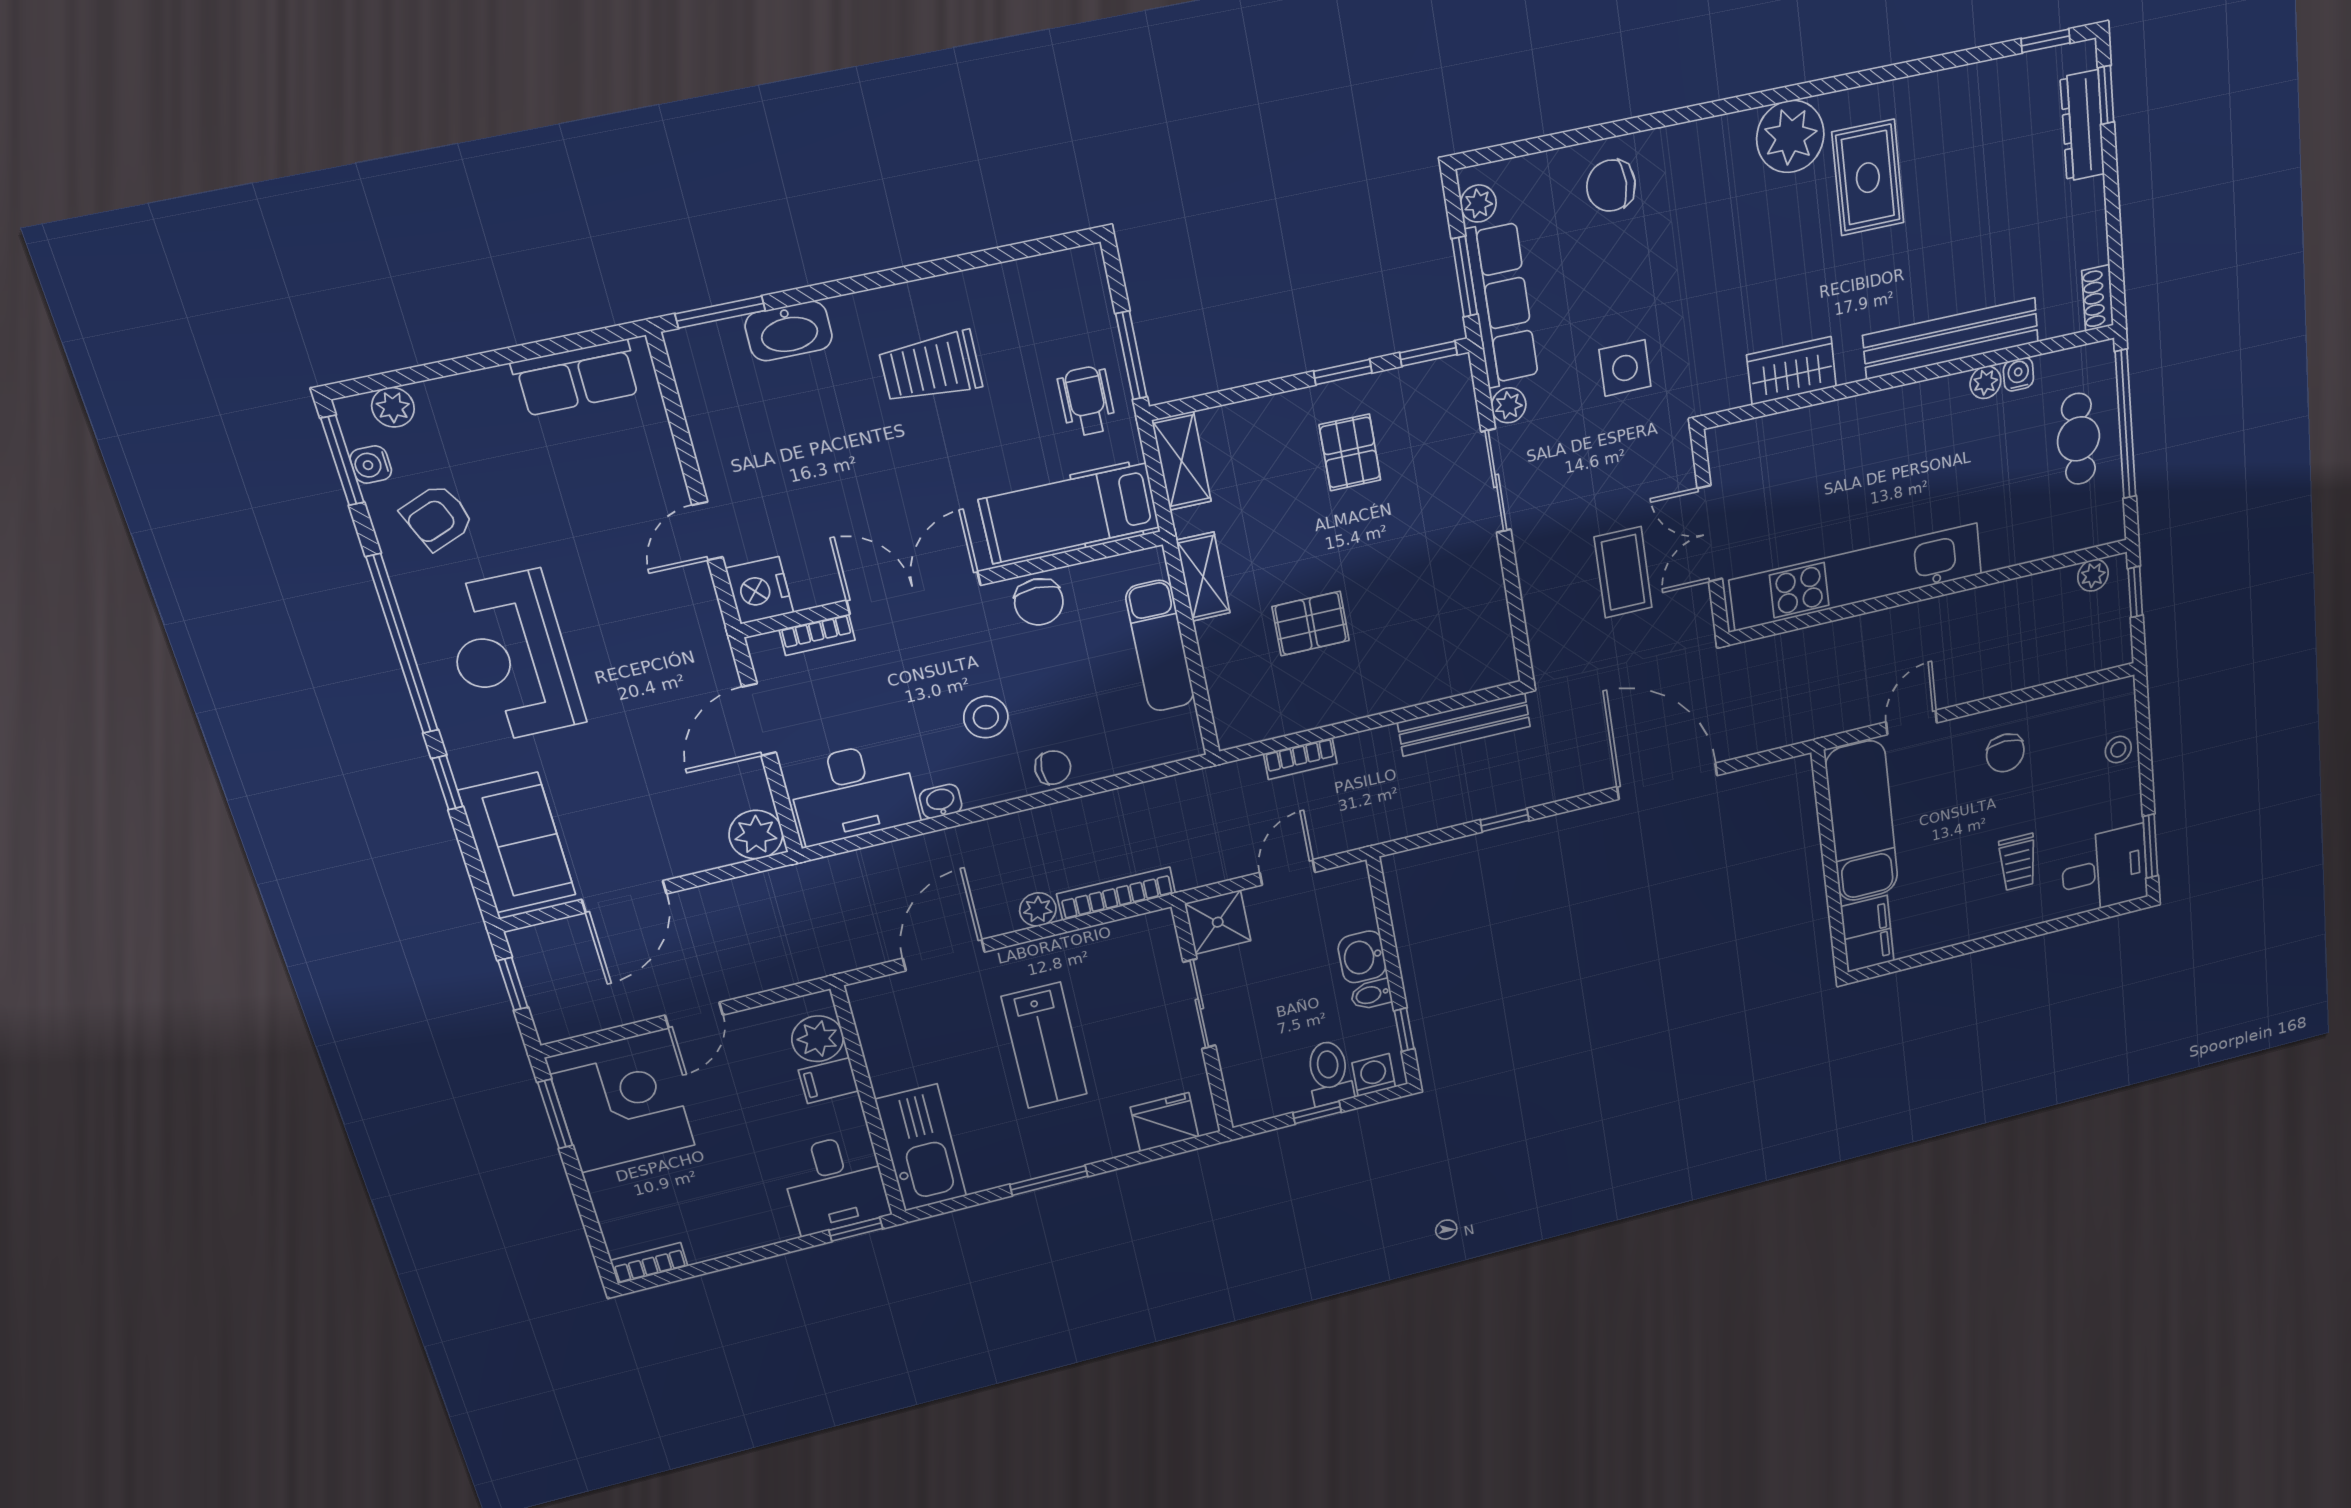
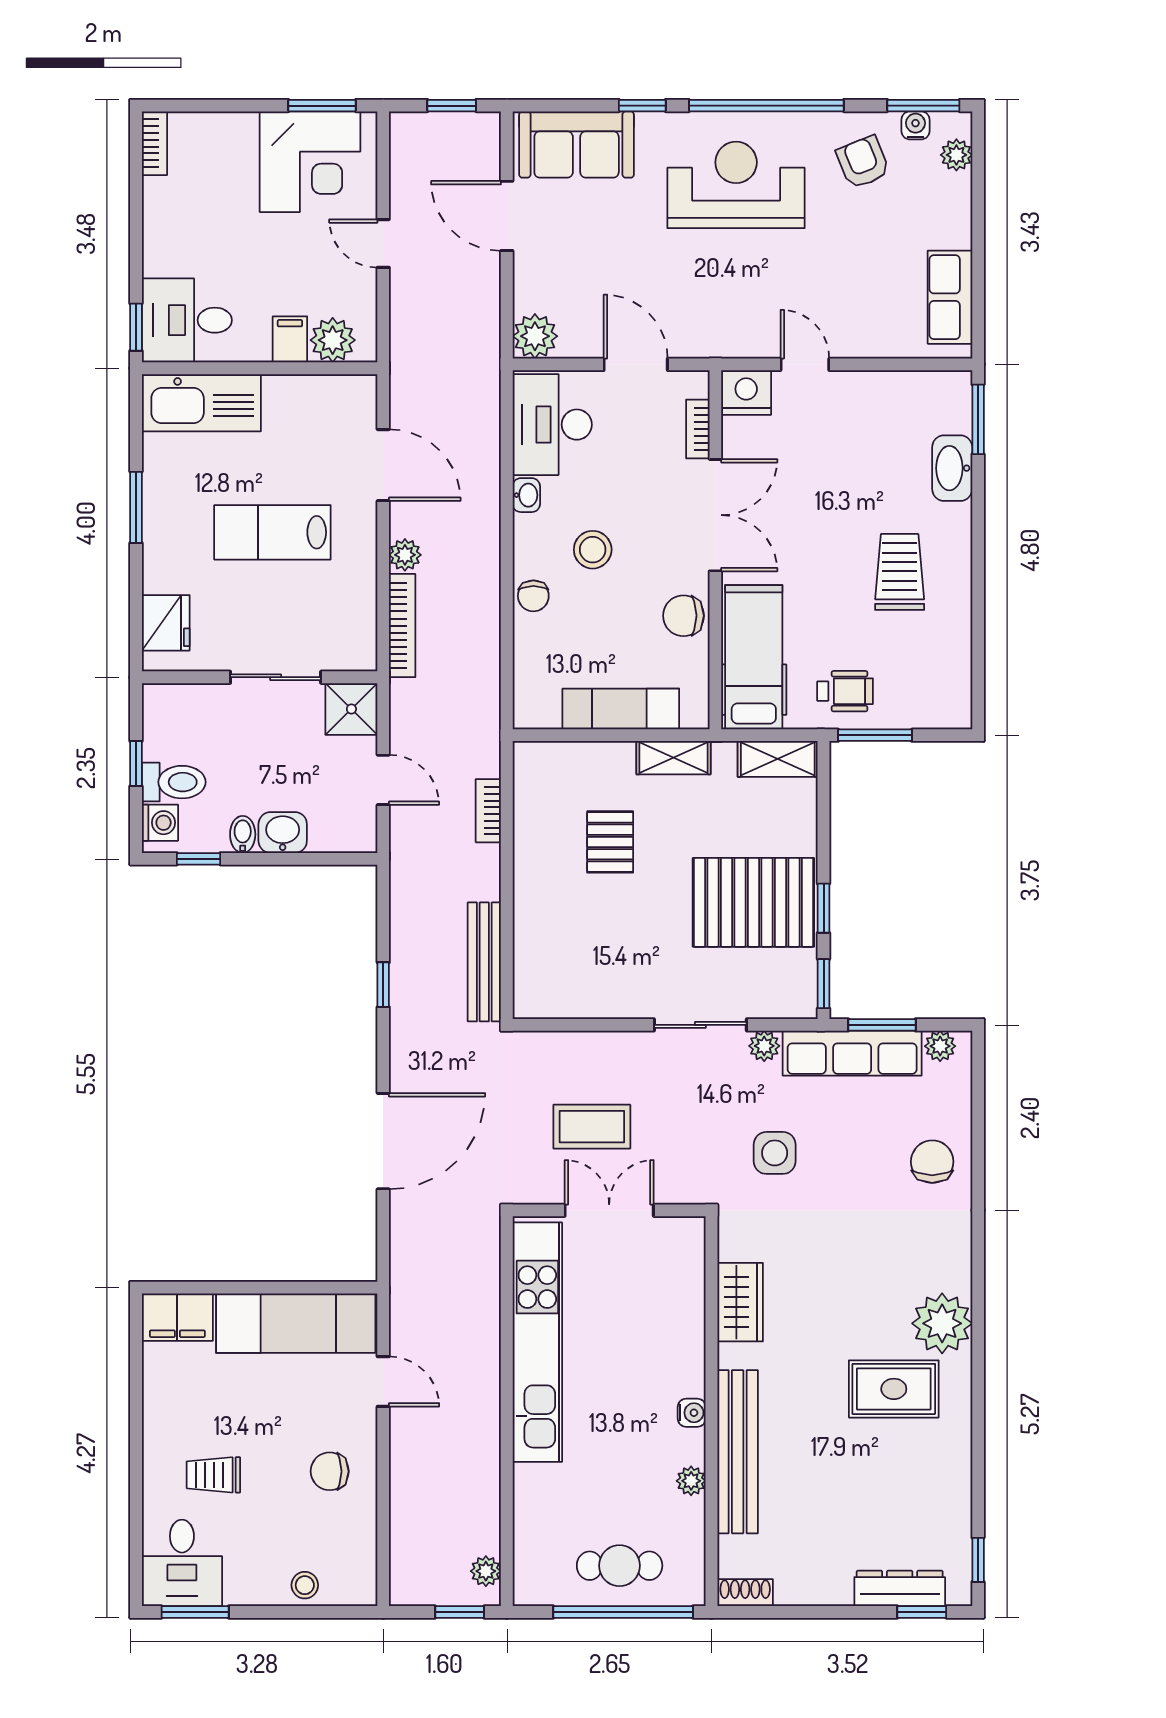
water cooler: (2018, 374) -> (692, 1413), moved
pallet: (1350, 452) -> (753, 902), width x2.05, depth x2.00

